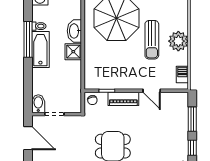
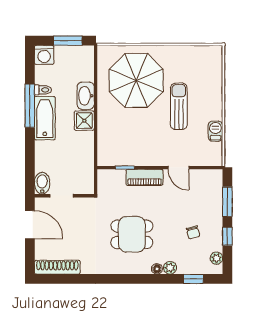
sun lounger: (152, 40) -> (179, 106), turned 180
plant: (178, 41) -> (211, 108), removed
barbecue: (182, 75) -> (215, 131), moved
chair: (92, 100) -> (193, 232), moved

